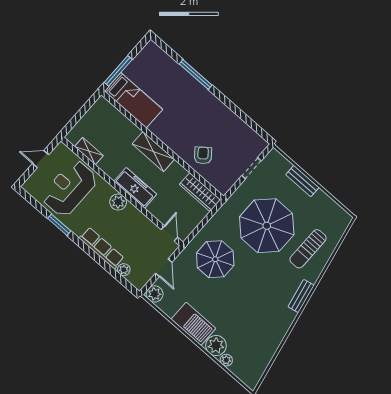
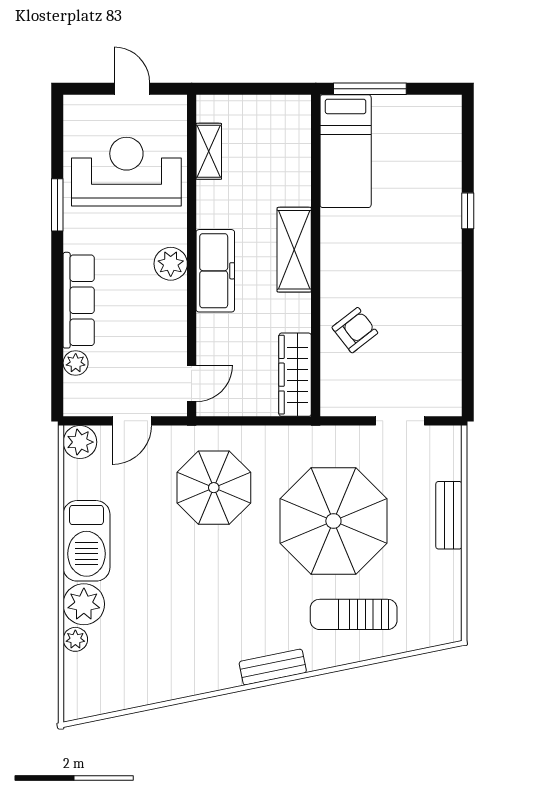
window: (196, 74) -> (468, 211), width x0.46

